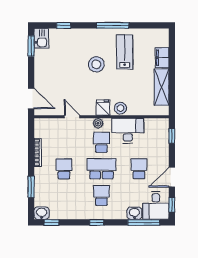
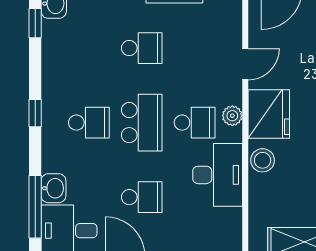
fridge: (103, 108) -> (269, 114), width x1.88, depth x1.34

